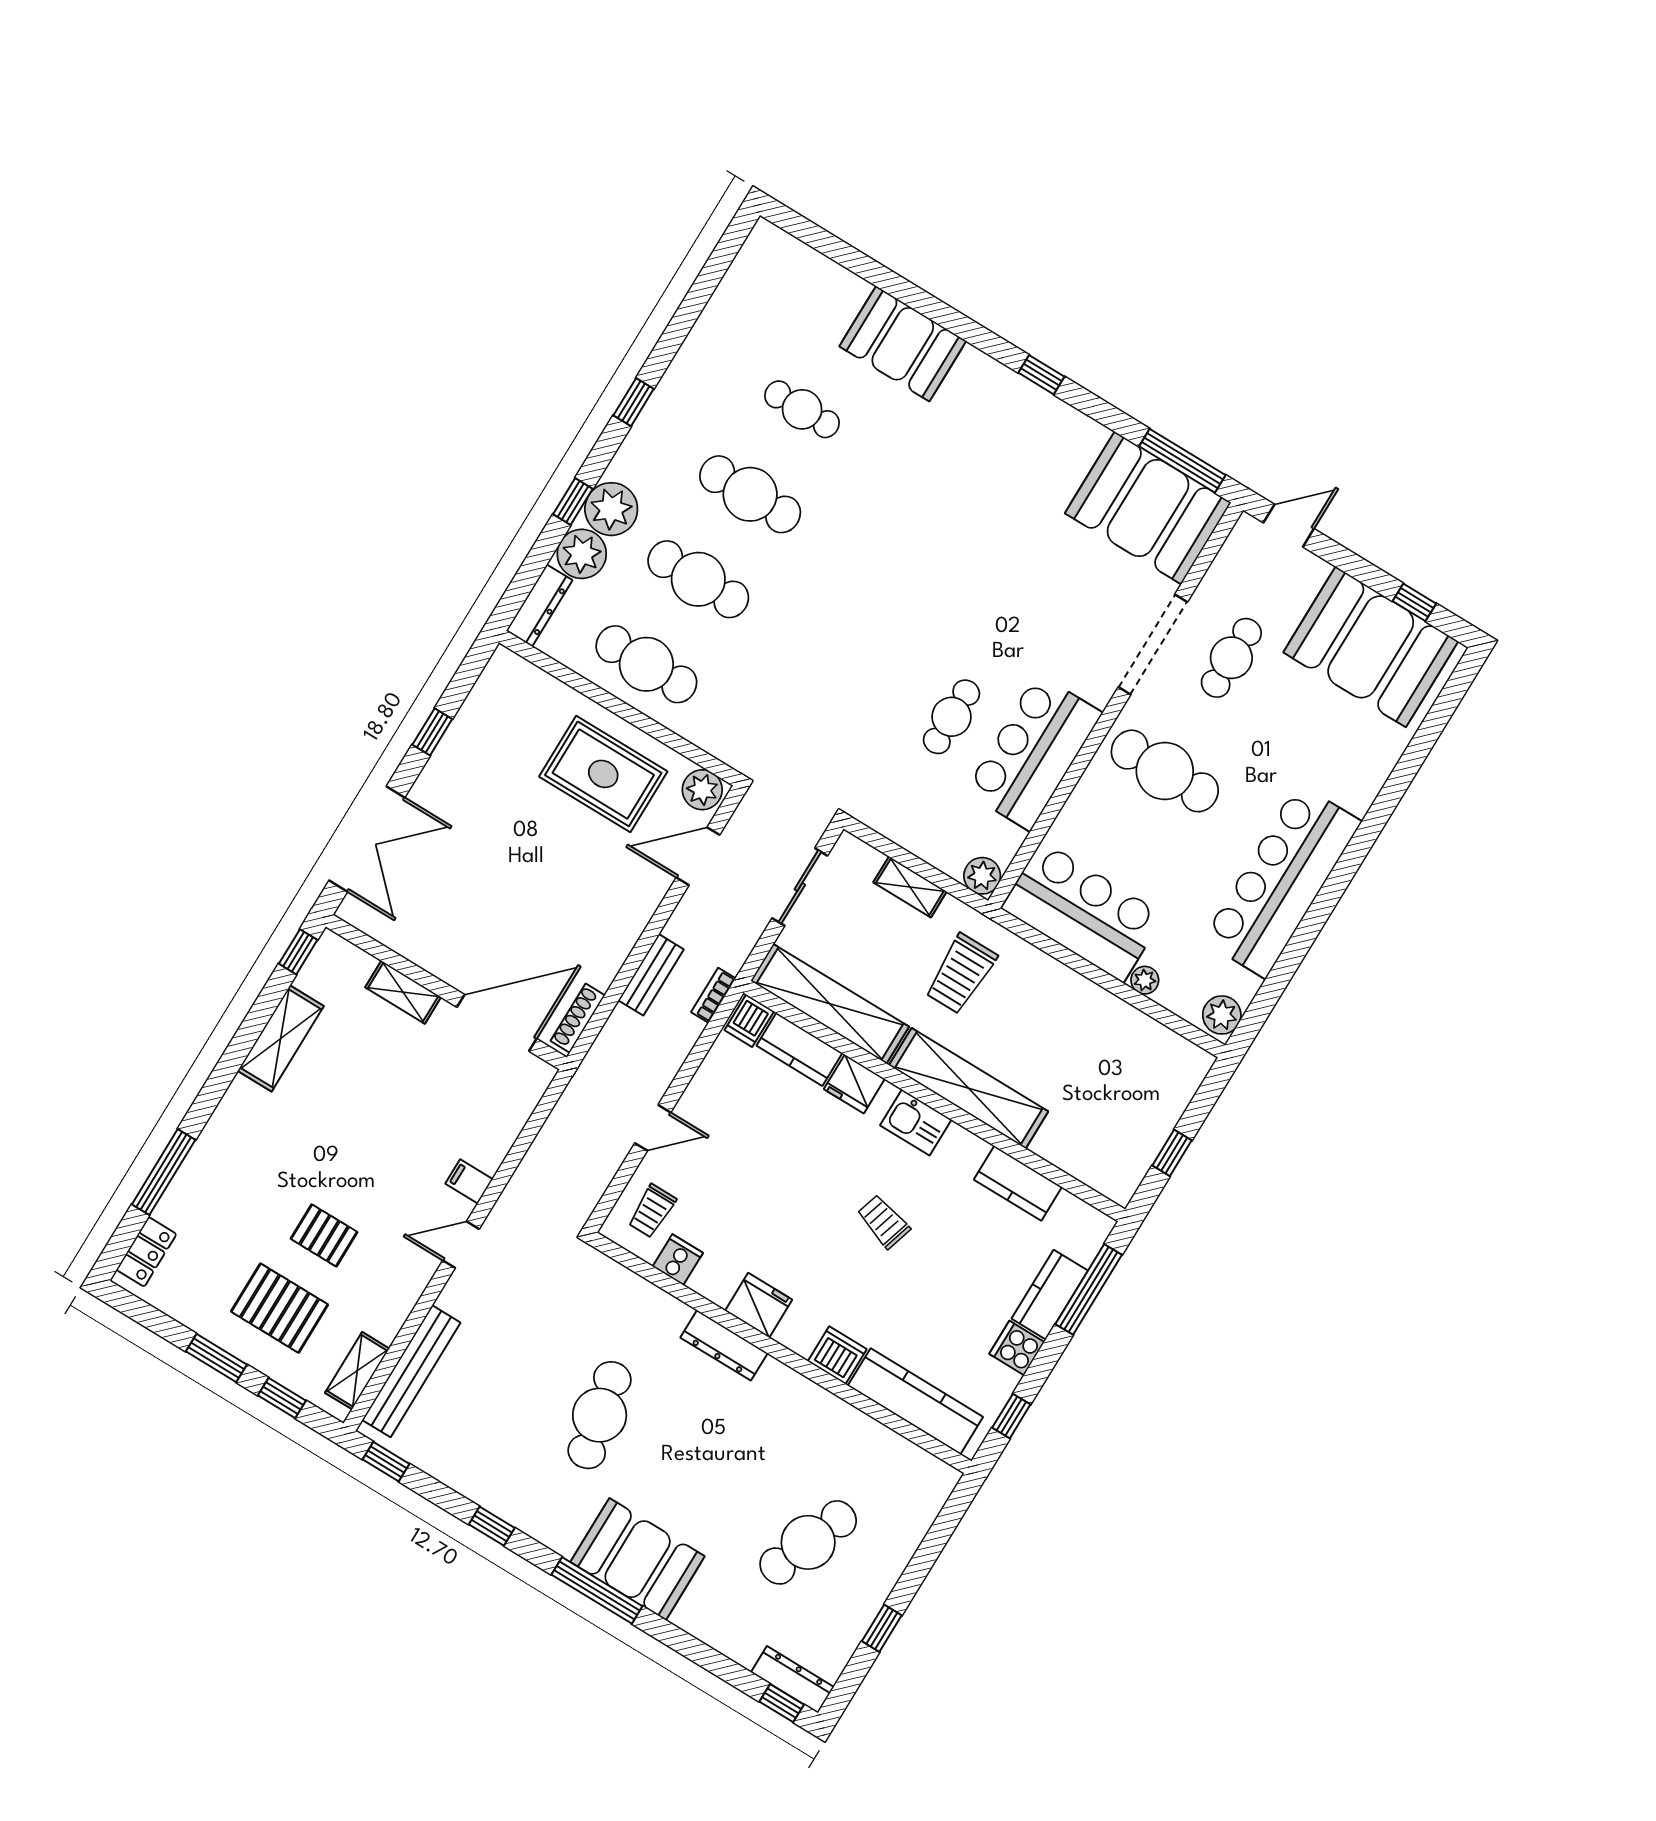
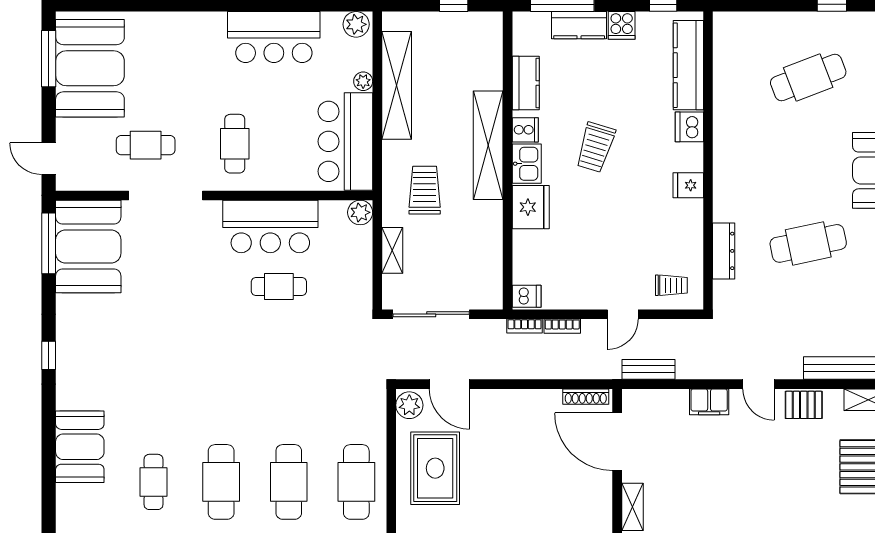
window: (1414, 602) -> (49, 59), width x2.17
cafe table: (1165, 771) -> (235, 144), width x0.73, depth x0.74
bar counter: (1282, 881) -> (274, 37), width x0.73
sliding door: (800, 887) -> (431, 314), width x1.37
trolley: (961, 974) -> (425, 190), turned -90
bench: (651, 975) -> (648, 369), moved
shelving: (830, 1004) -> (397, 85), moved
bookcase: (684, 1043) -> (562, 326), added
kitchen counter: (799, 1049) -> (525, 257), removed
fridge: (854, 1084) -> (531, 207), width x1.36, depth x1.34
door: (653, 1128) -> (623, 314), swing flipped
filing cabinet: (469, 1181) -> (709, 402), width x2.00
trolley: (884, 1222) -> (596, 147), width x1.36, depth x1.39
pallet: (324, 1235) -> (804, 405), moved, turned 90
cooker: (678, 1260) -> (525, 130), moved, turned 180
fridge: (759, 1305) -> (688, 185), width x0.72
dresser: (724, 1345) -> (724, 251), moved
cafe table: (808, 1542) -> (808, 77), turned -42

